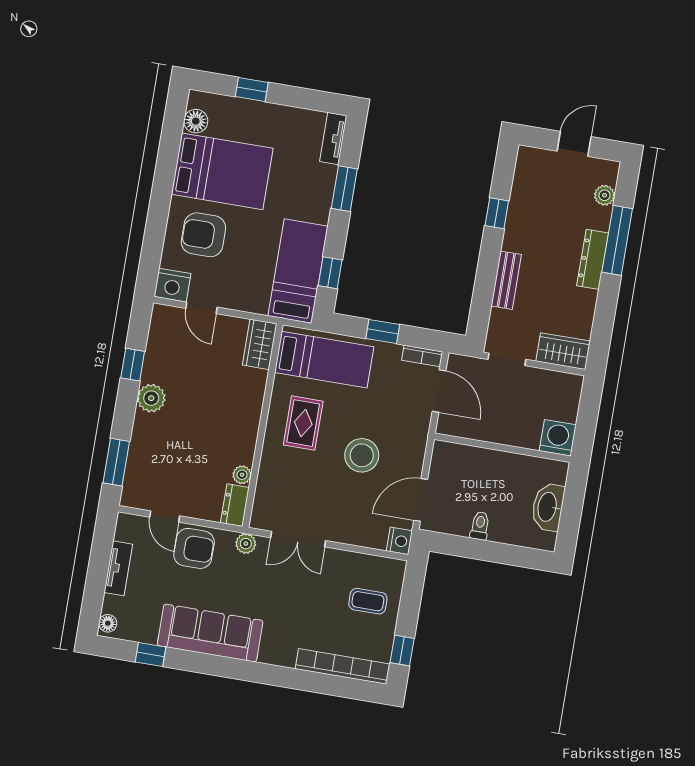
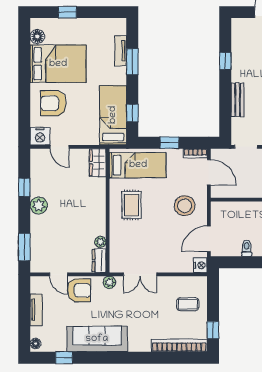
tv unit: (333, 139) -> (121, 51), moved
stool: (362, 455) -> (185, 206), moved

